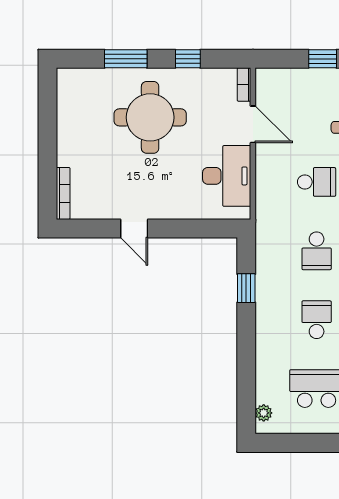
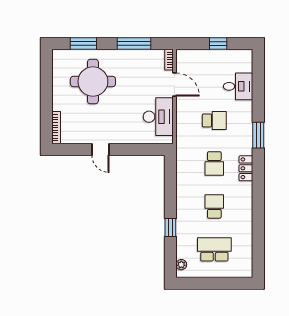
window: (126, 59) -> (83, 44), moved
window: (188, 59) -> (134, 44), width x2.17
round table: (150, 117) -> (93, 82), moved
window: (246, 288) -> (170, 227), moved

